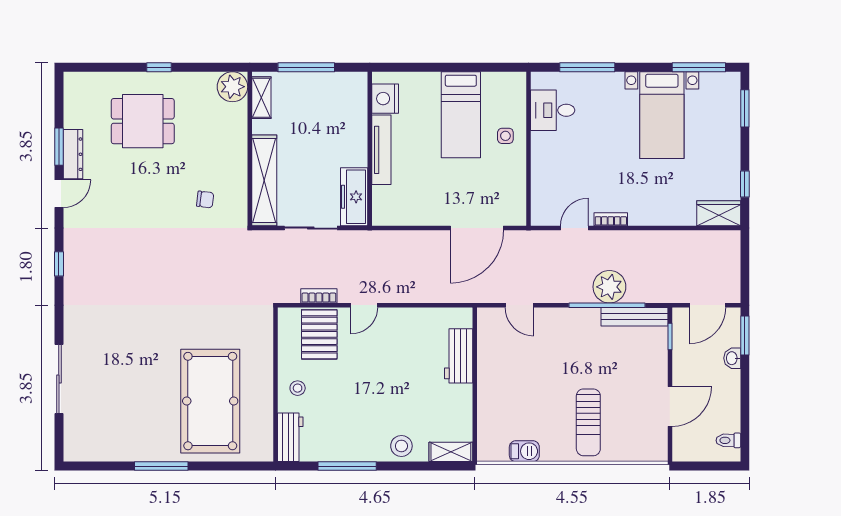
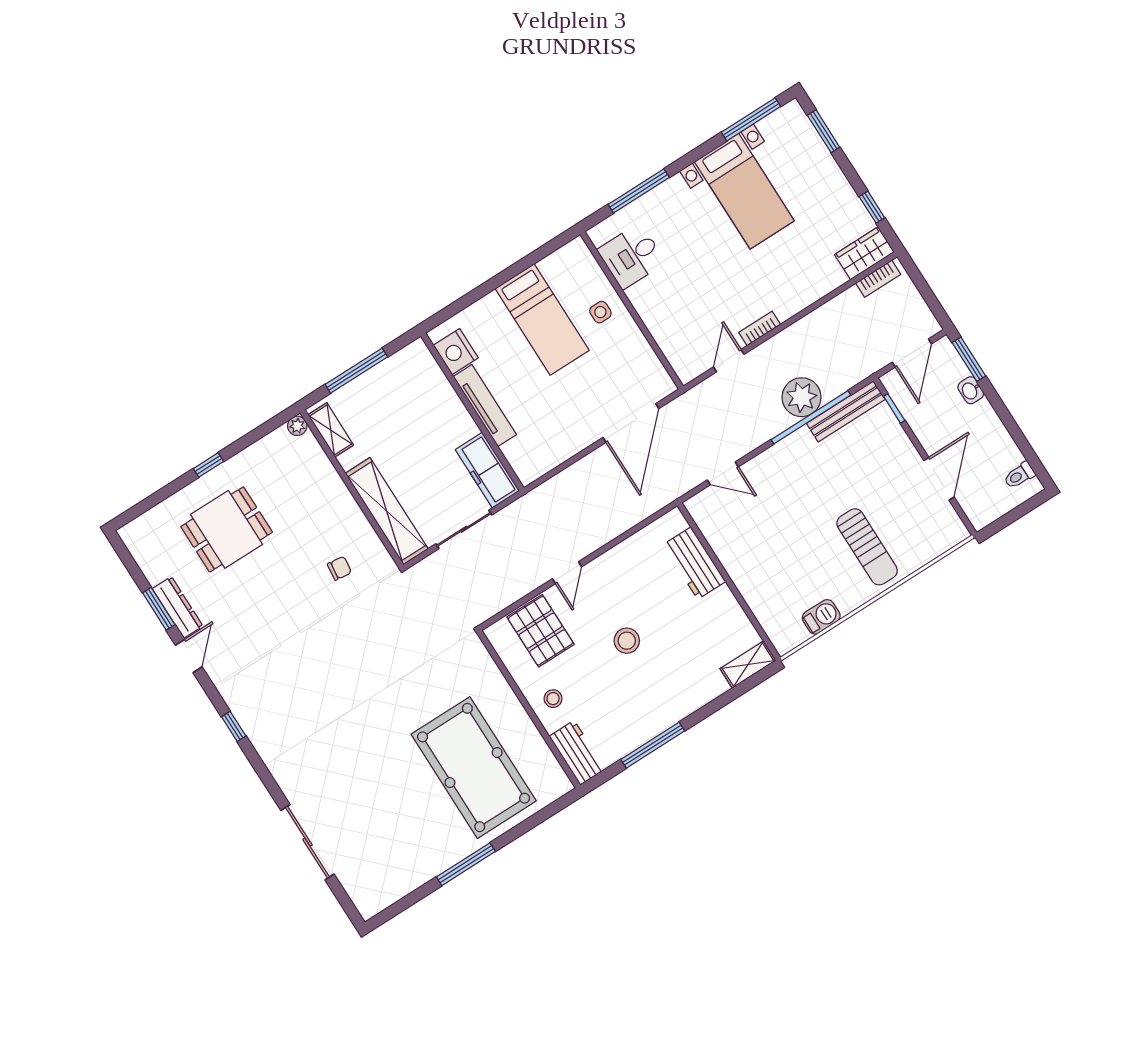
plant: (232, 87) -> (297, 426), width x0.53, depth x0.53
bookcase: (319, 296) -> (878, 279), moved, turned 180
stool: (401, 446) -> (627, 641), moved

